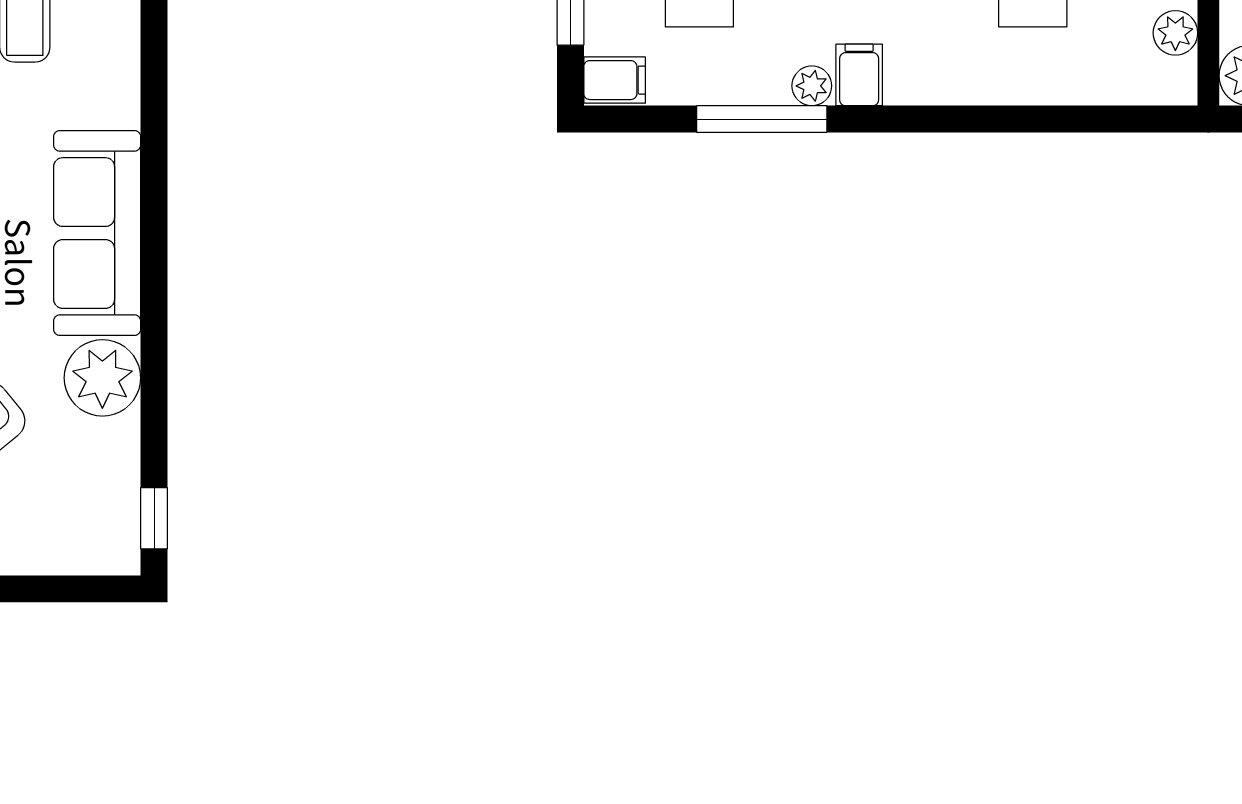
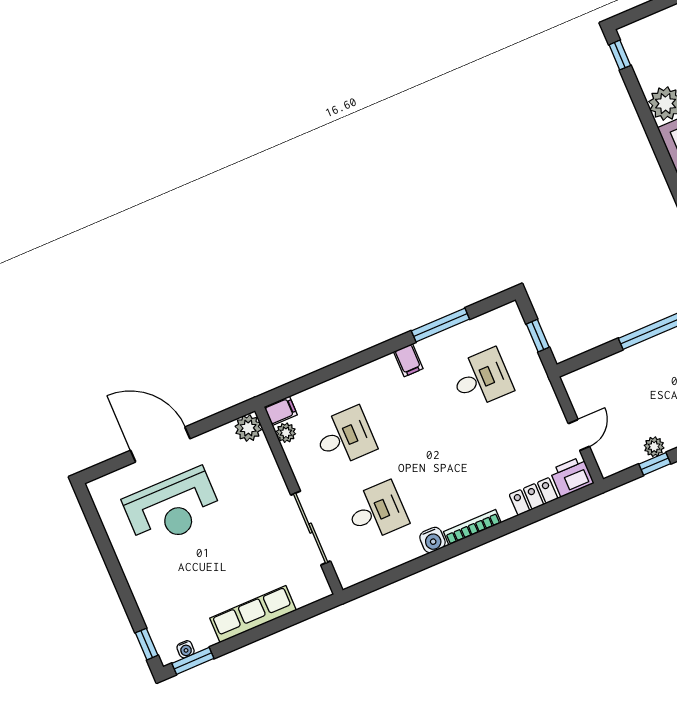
filing cabinet: (615, 80) -> (281, 411), moved, turned 180
plant: (812, 86) -> (426, 347), removed

